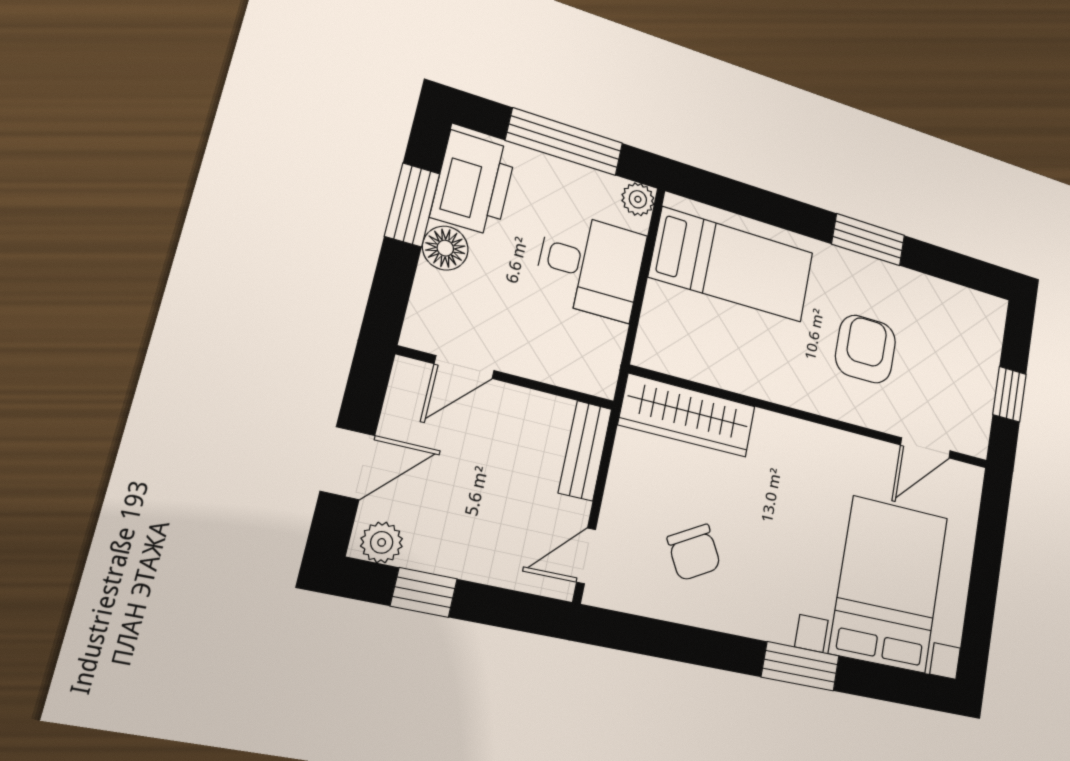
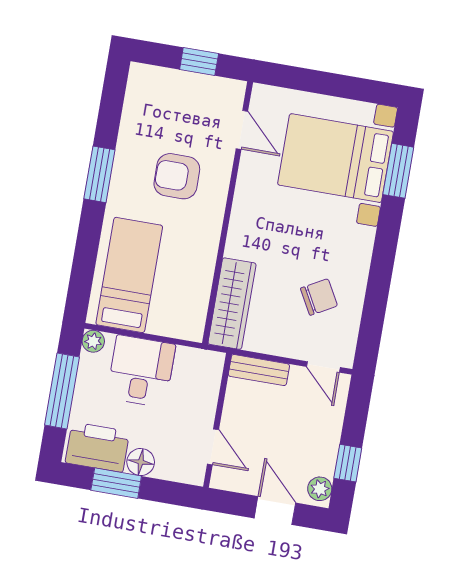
window: (800, 666) -> (398, 171), moved

